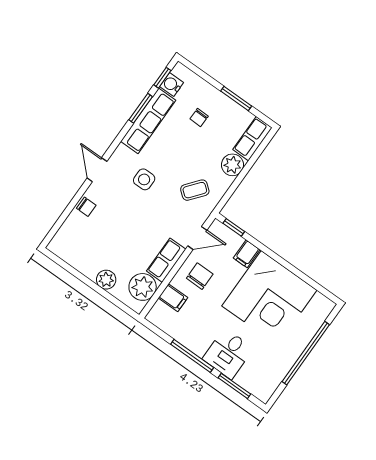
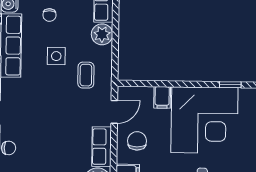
side table: (144, 179) -> (56, 56), moved
coffee table: (195, 190) -> (86, 75), turned -39
window: (234, 227) -> (230, 85), moved

